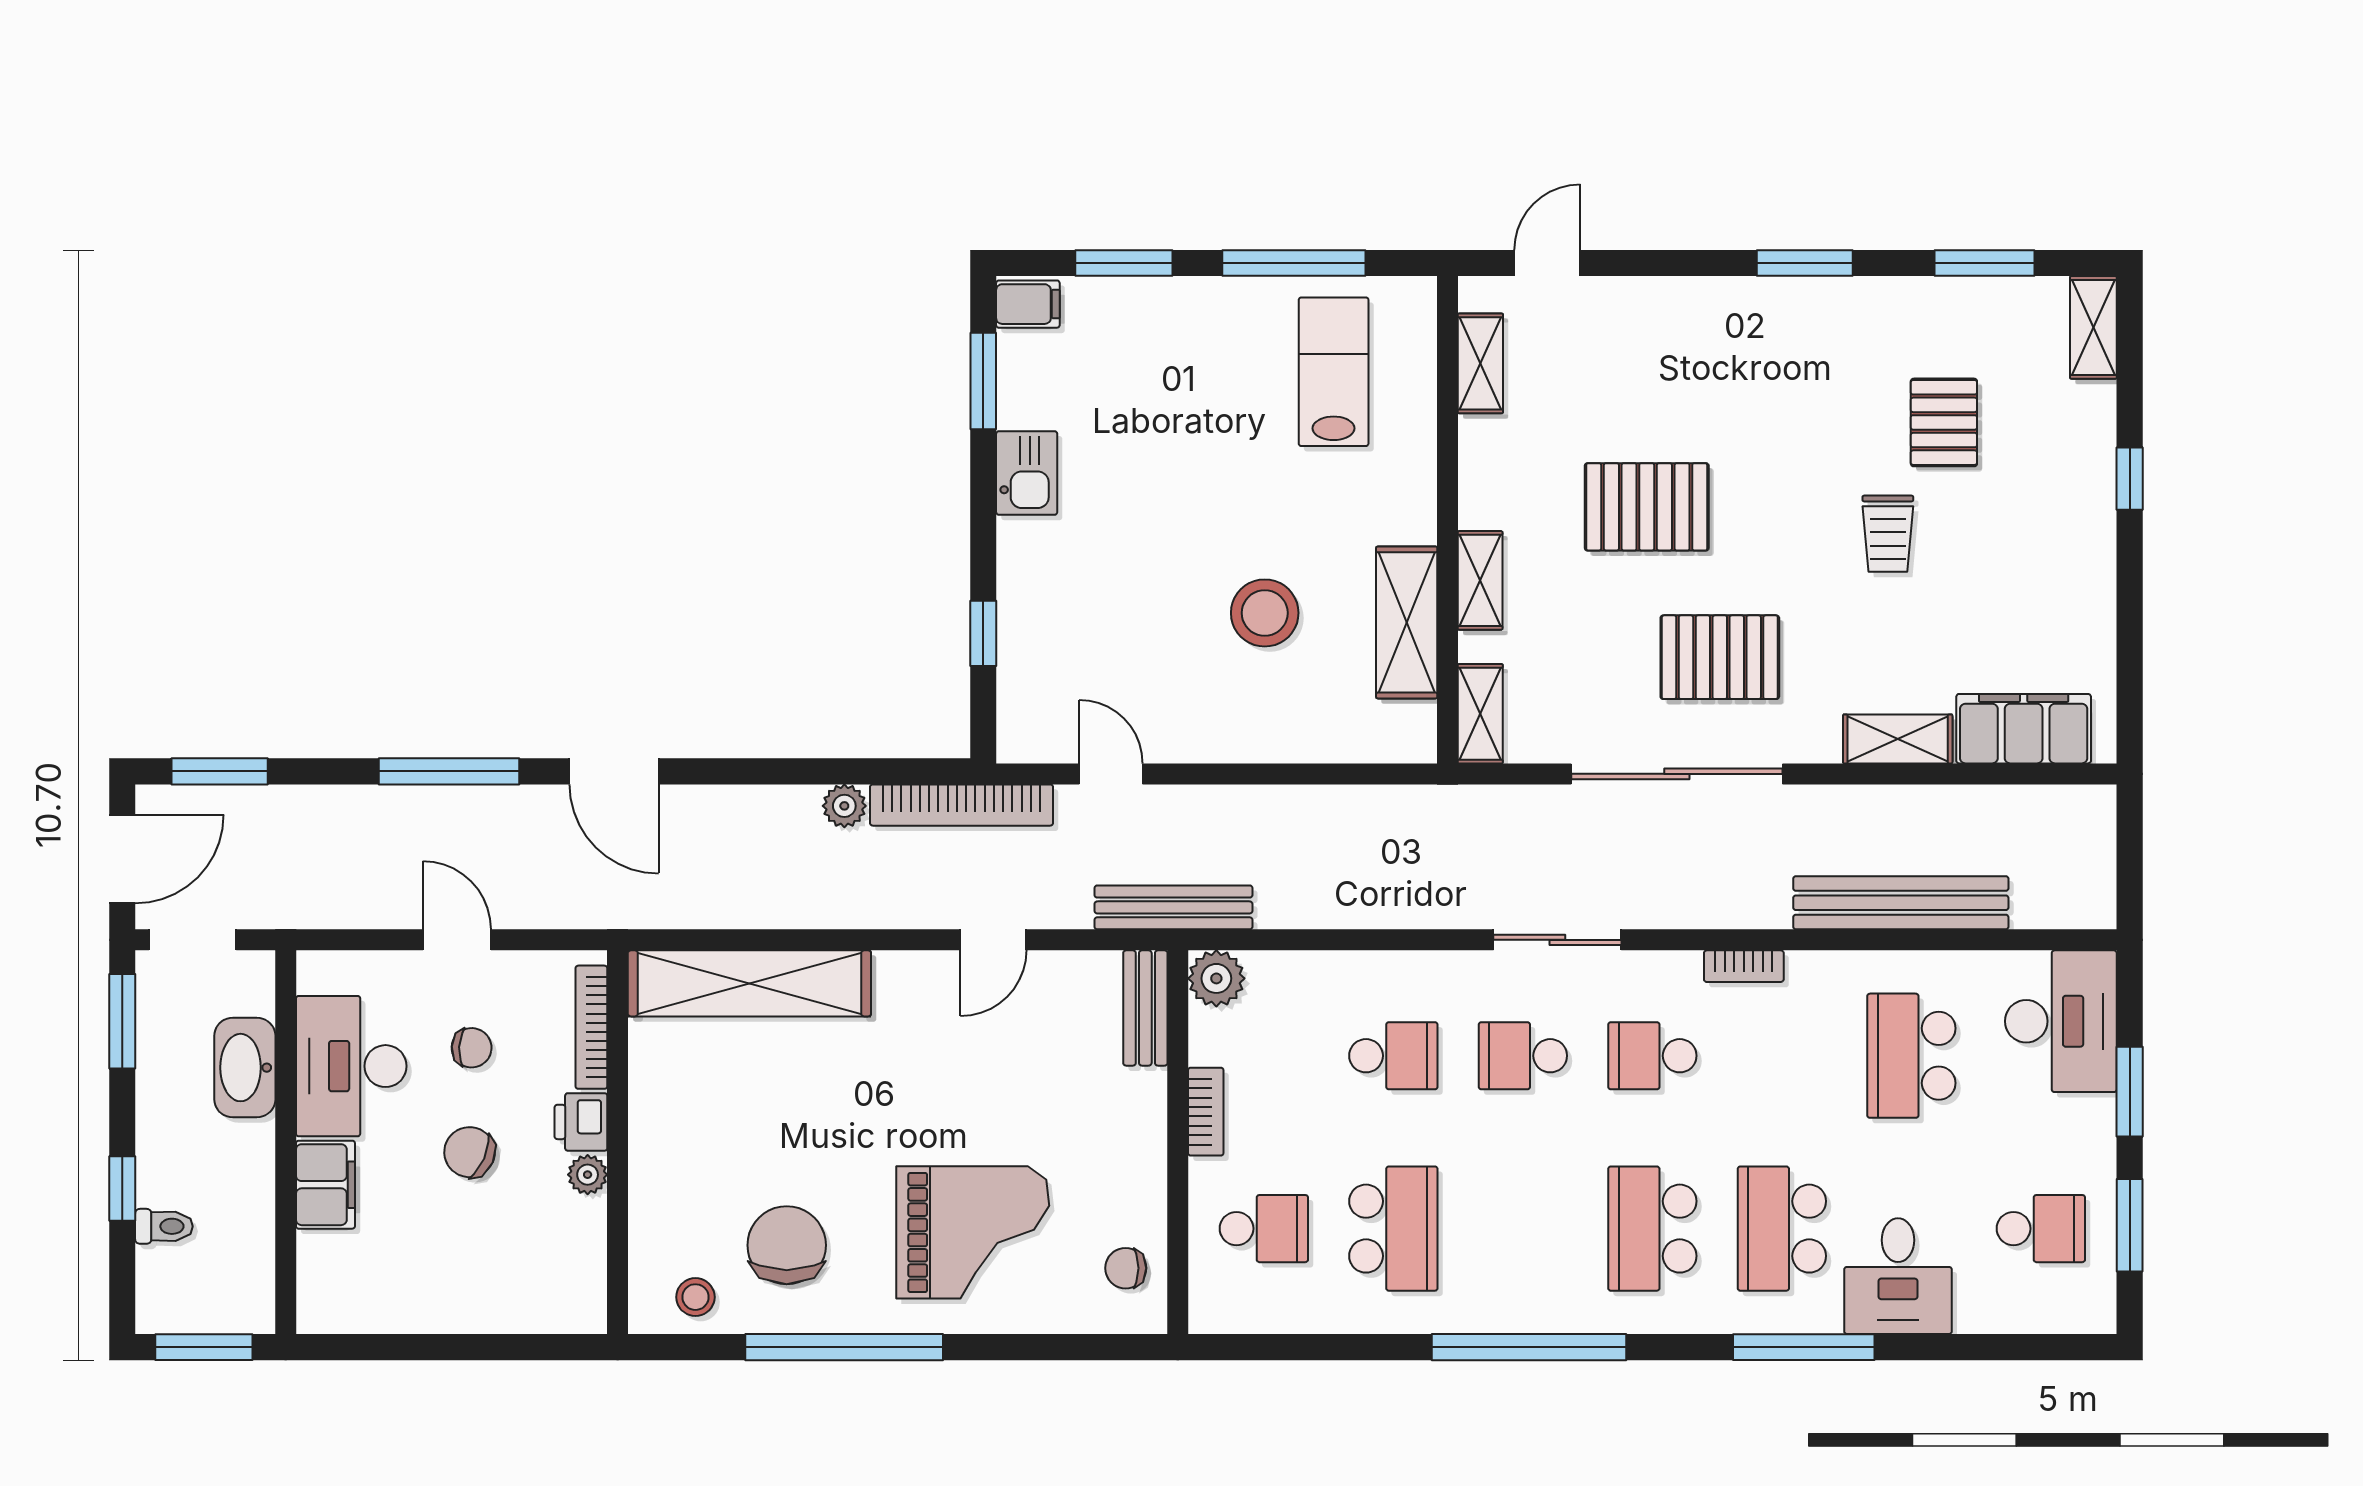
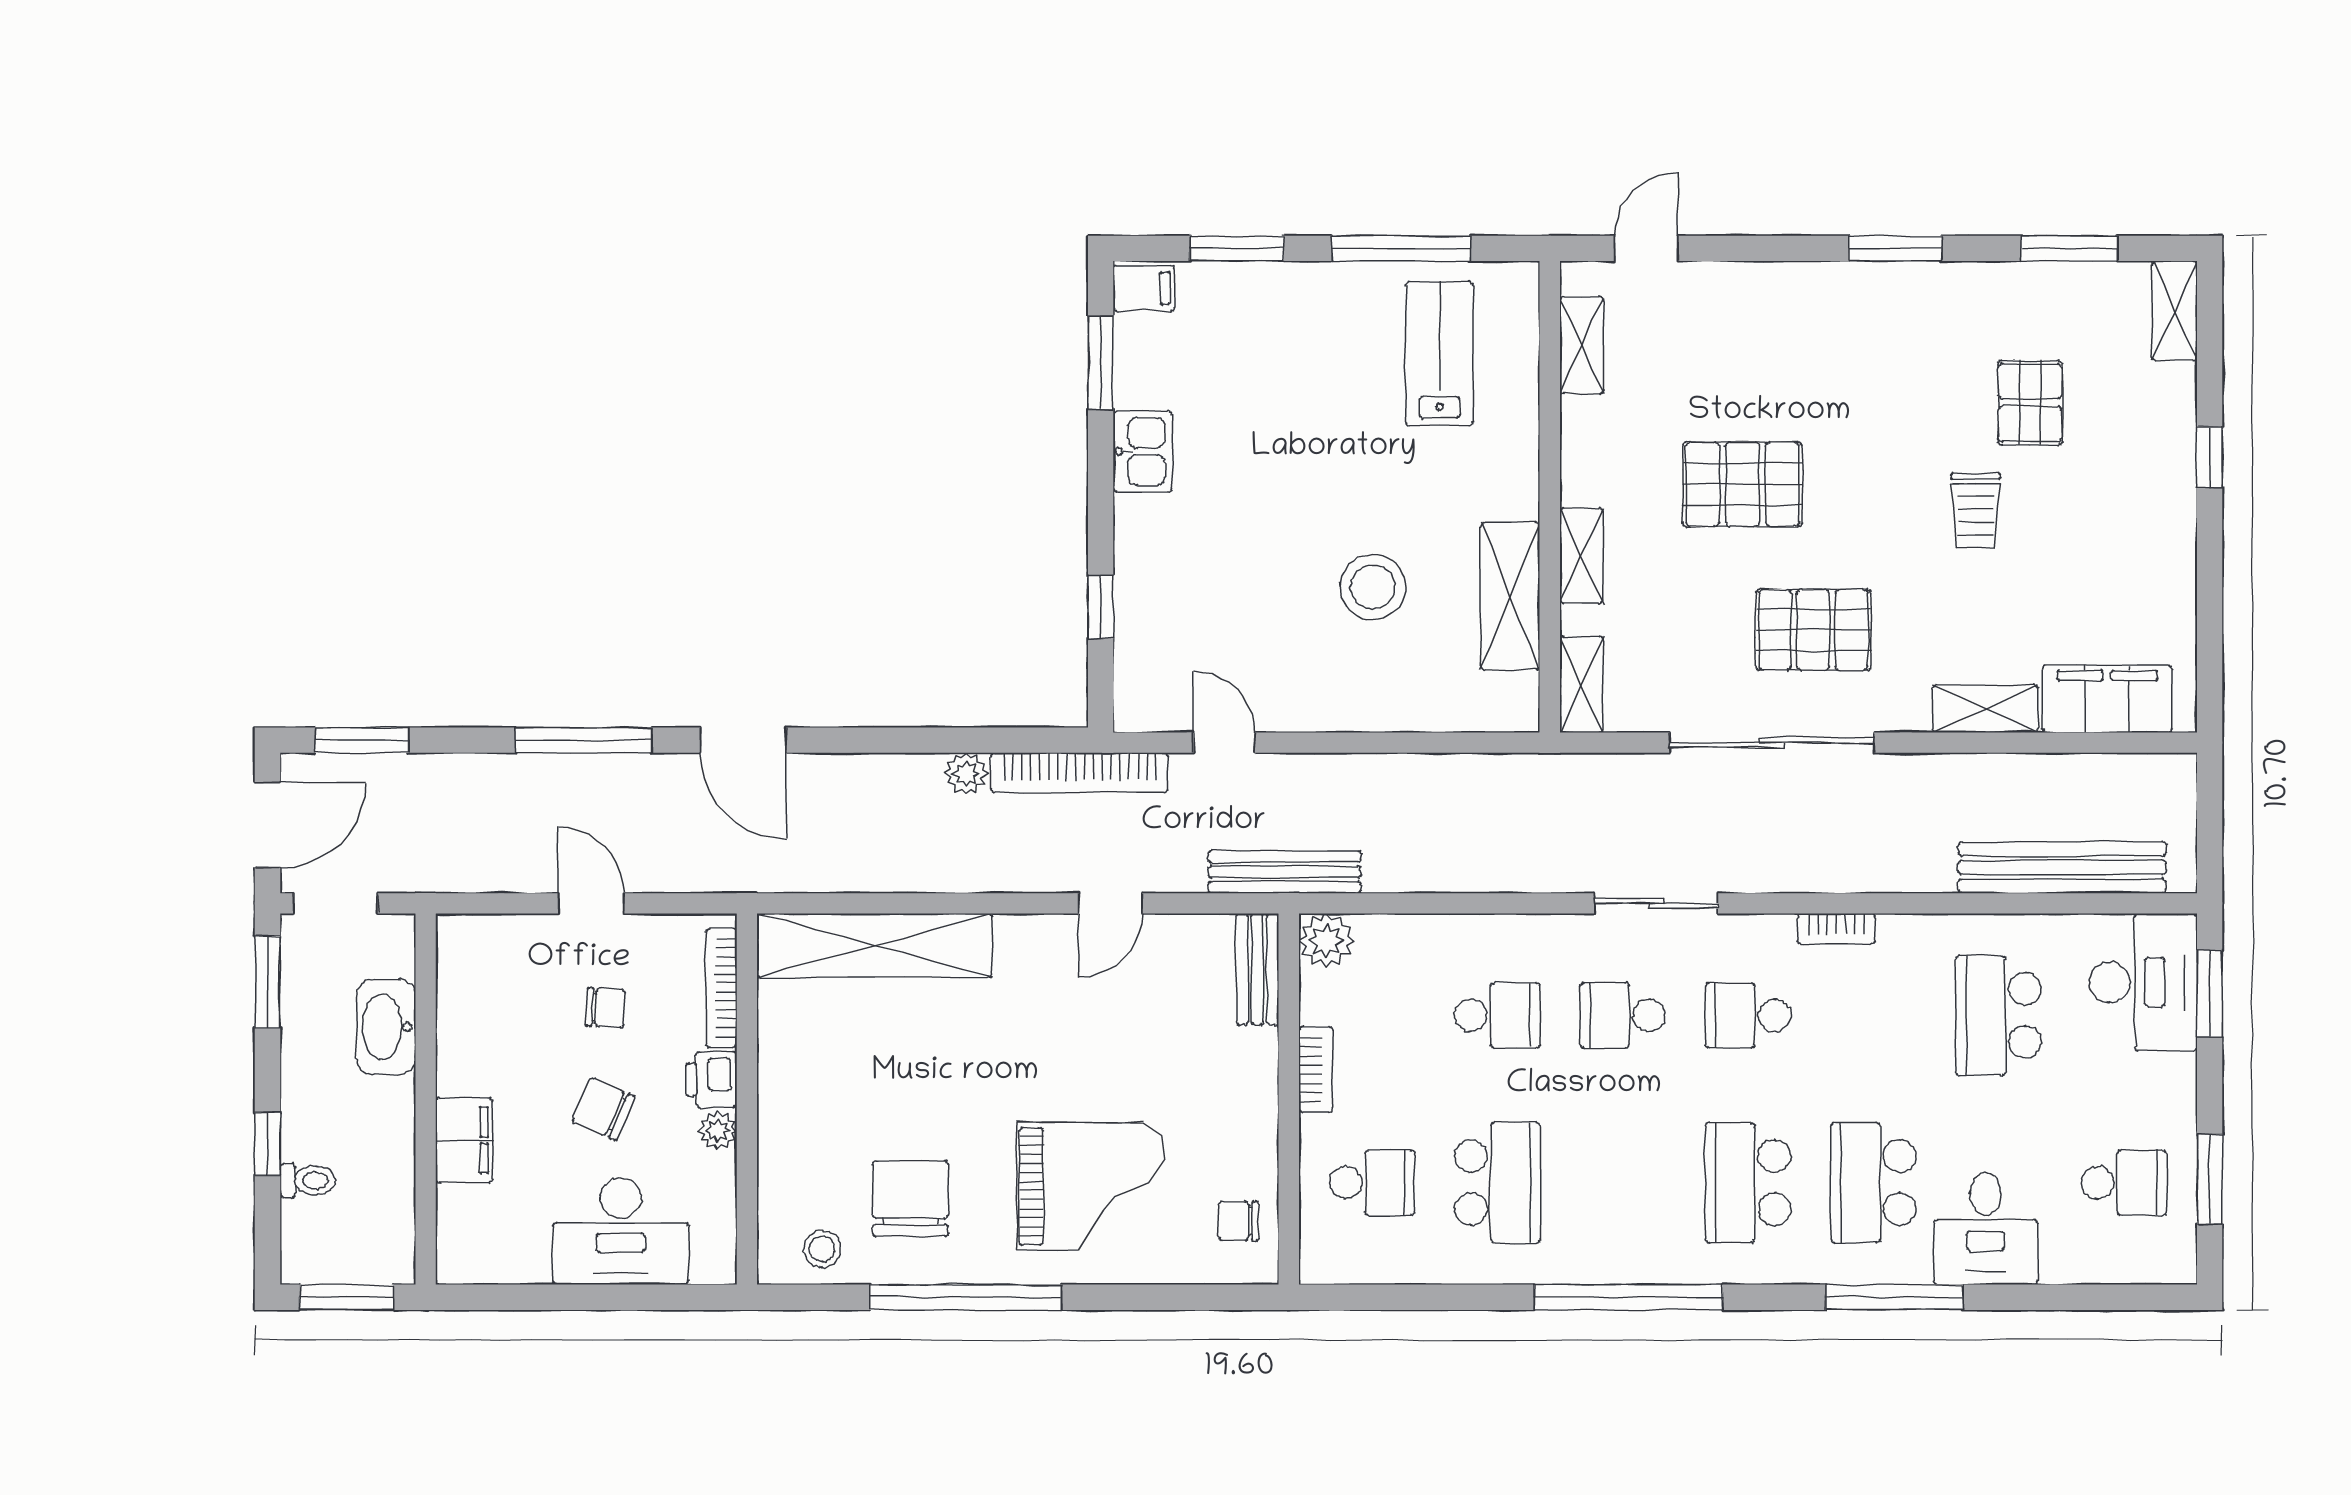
bench: (1901, 903) -> (2062, 867), moved
desk: (351, 1066) -> (621, 1231), moved, turned -90
window: (2130, 1092) -> (2210, 994), moved

